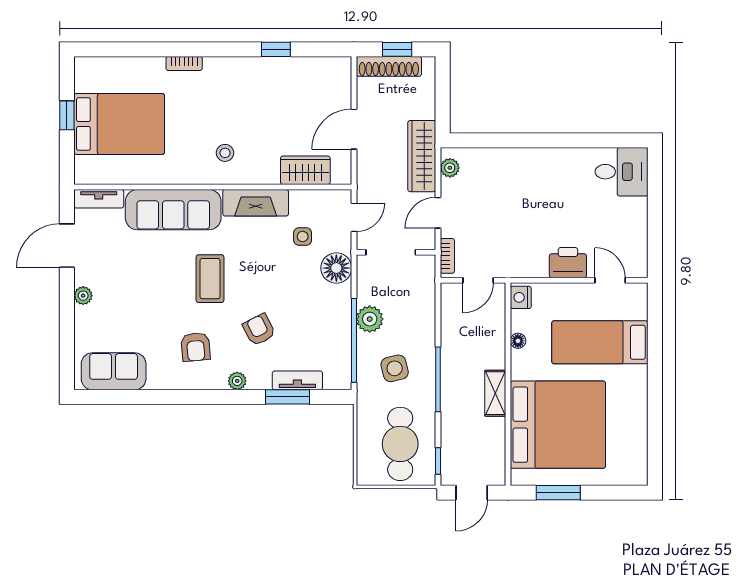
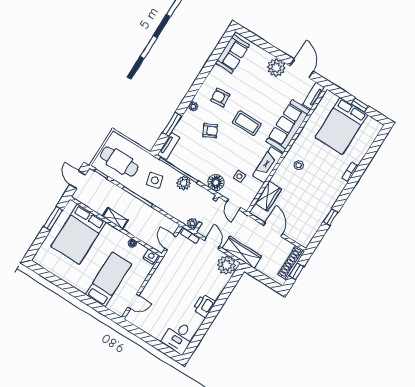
plant: (450, 168) -> (226, 265), width x1.88, depth x1.88
printer: (568, 263) -> (204, 306), moved, turned 180
plant: (426, 265) -> (192, 223), added
plant: (83, 296) -> (276, 67), width x1.87, depth x1.87
tv unit: (297, 380) -> (169, 146), moved
bed: (558, 425) -> (78, 234), width x0.73

